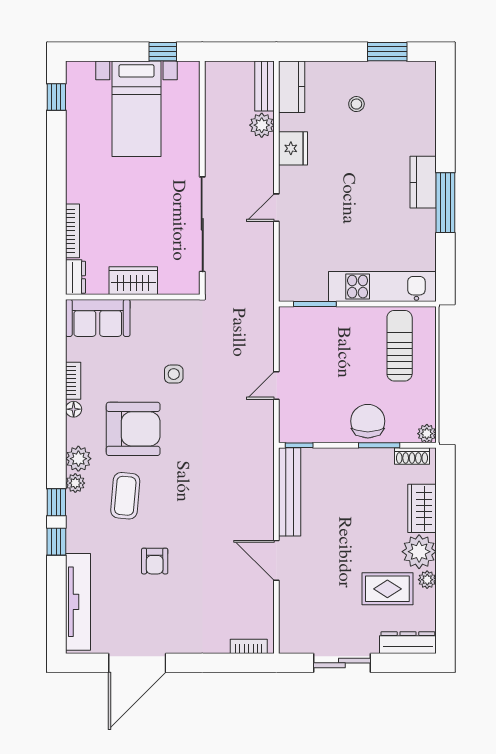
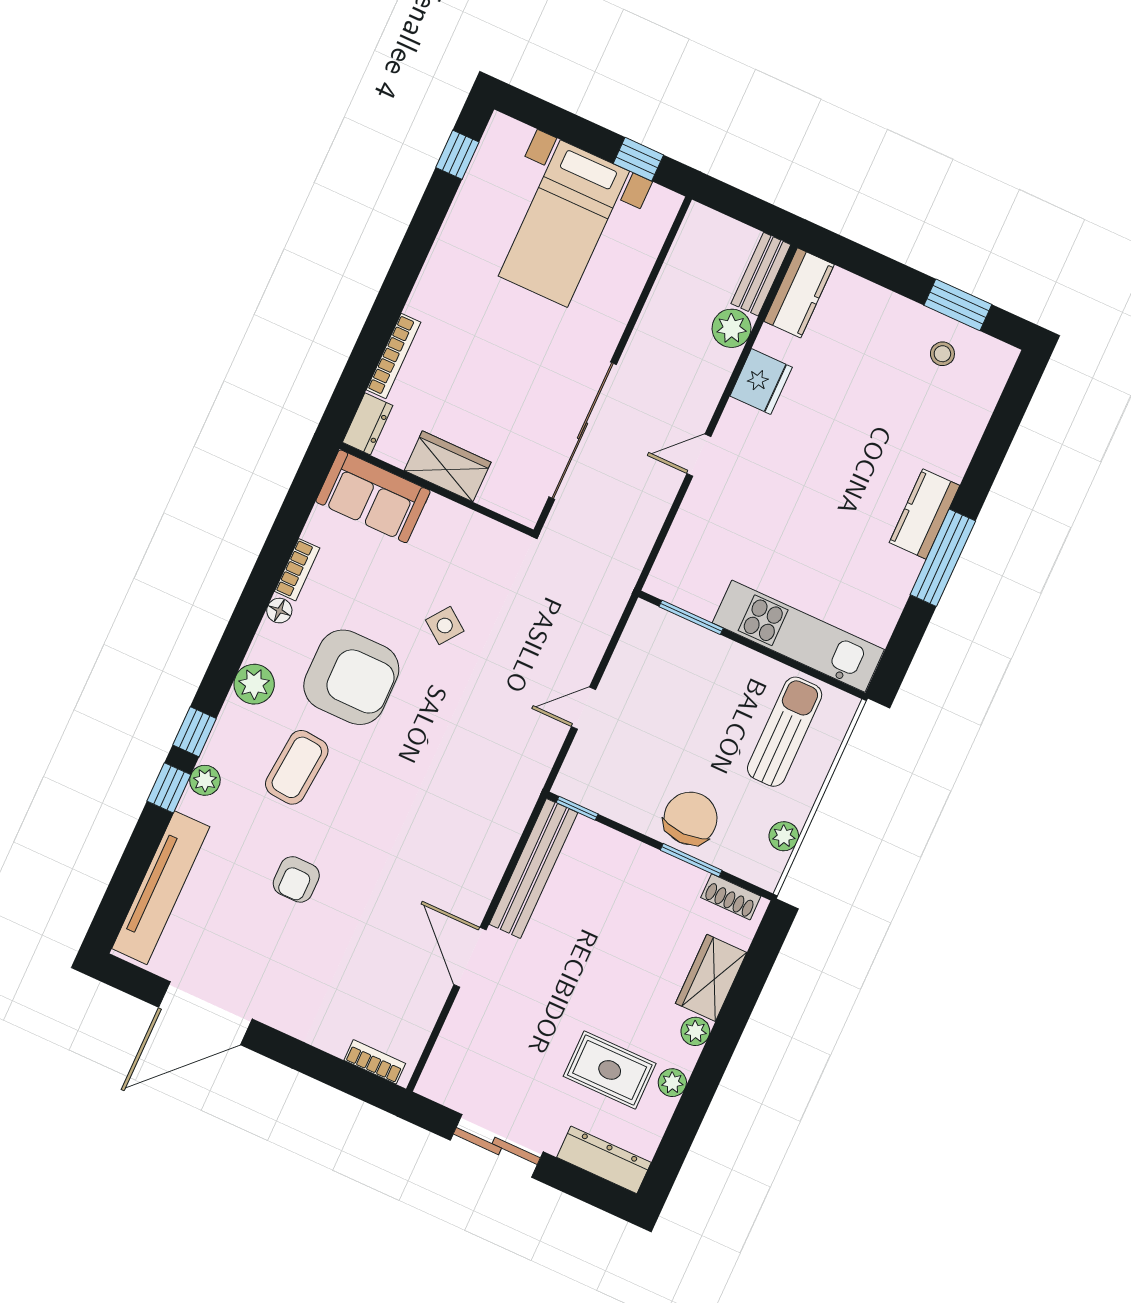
stool: (356, 104) -> (942, 354), moved
side table: (174, 374) -> (445, 626), turned 37
plant: (427, 434) -> (784, 836), moved
plant: (75, 483) -> (205, 780), moved
plant: (419, 552) -> (695, 1031), width x0.53, depth x0.53

